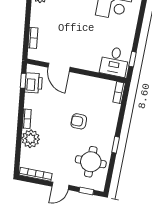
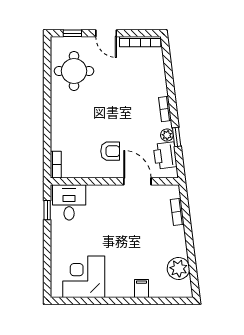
window: (23, 81) -> (177, 137), moved
armchair: (79, 121) -> (110, 151), moved
plant: (31, 139) -> (167, 135), moved, width x0.53, depth x0.53
window: (116, 145) -> (47, 98), removed
door: (60, 186) -> (106, 33), swing flipped

